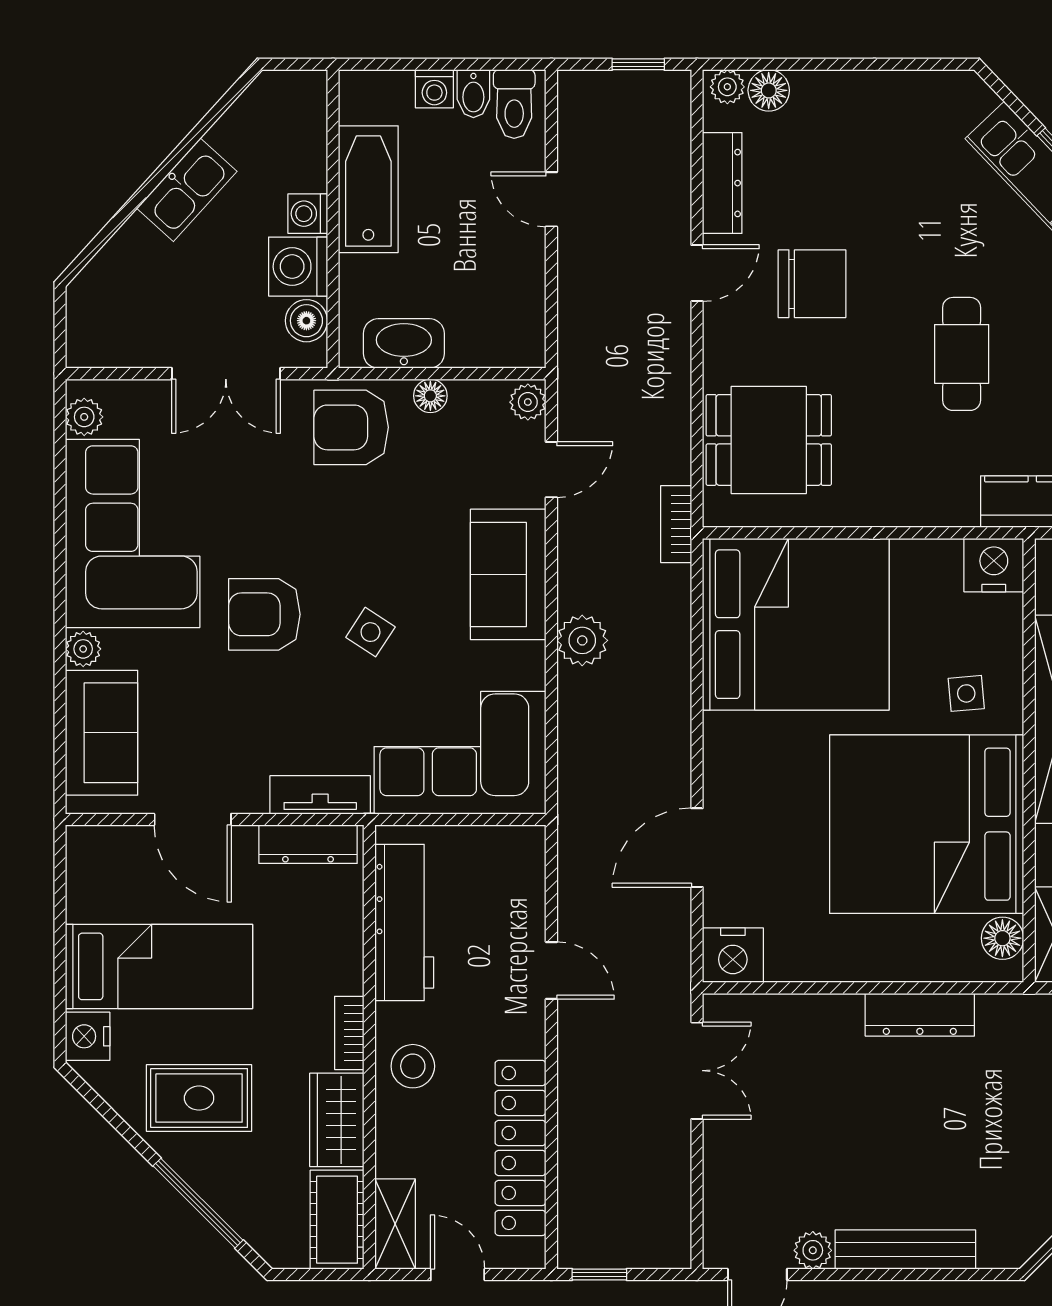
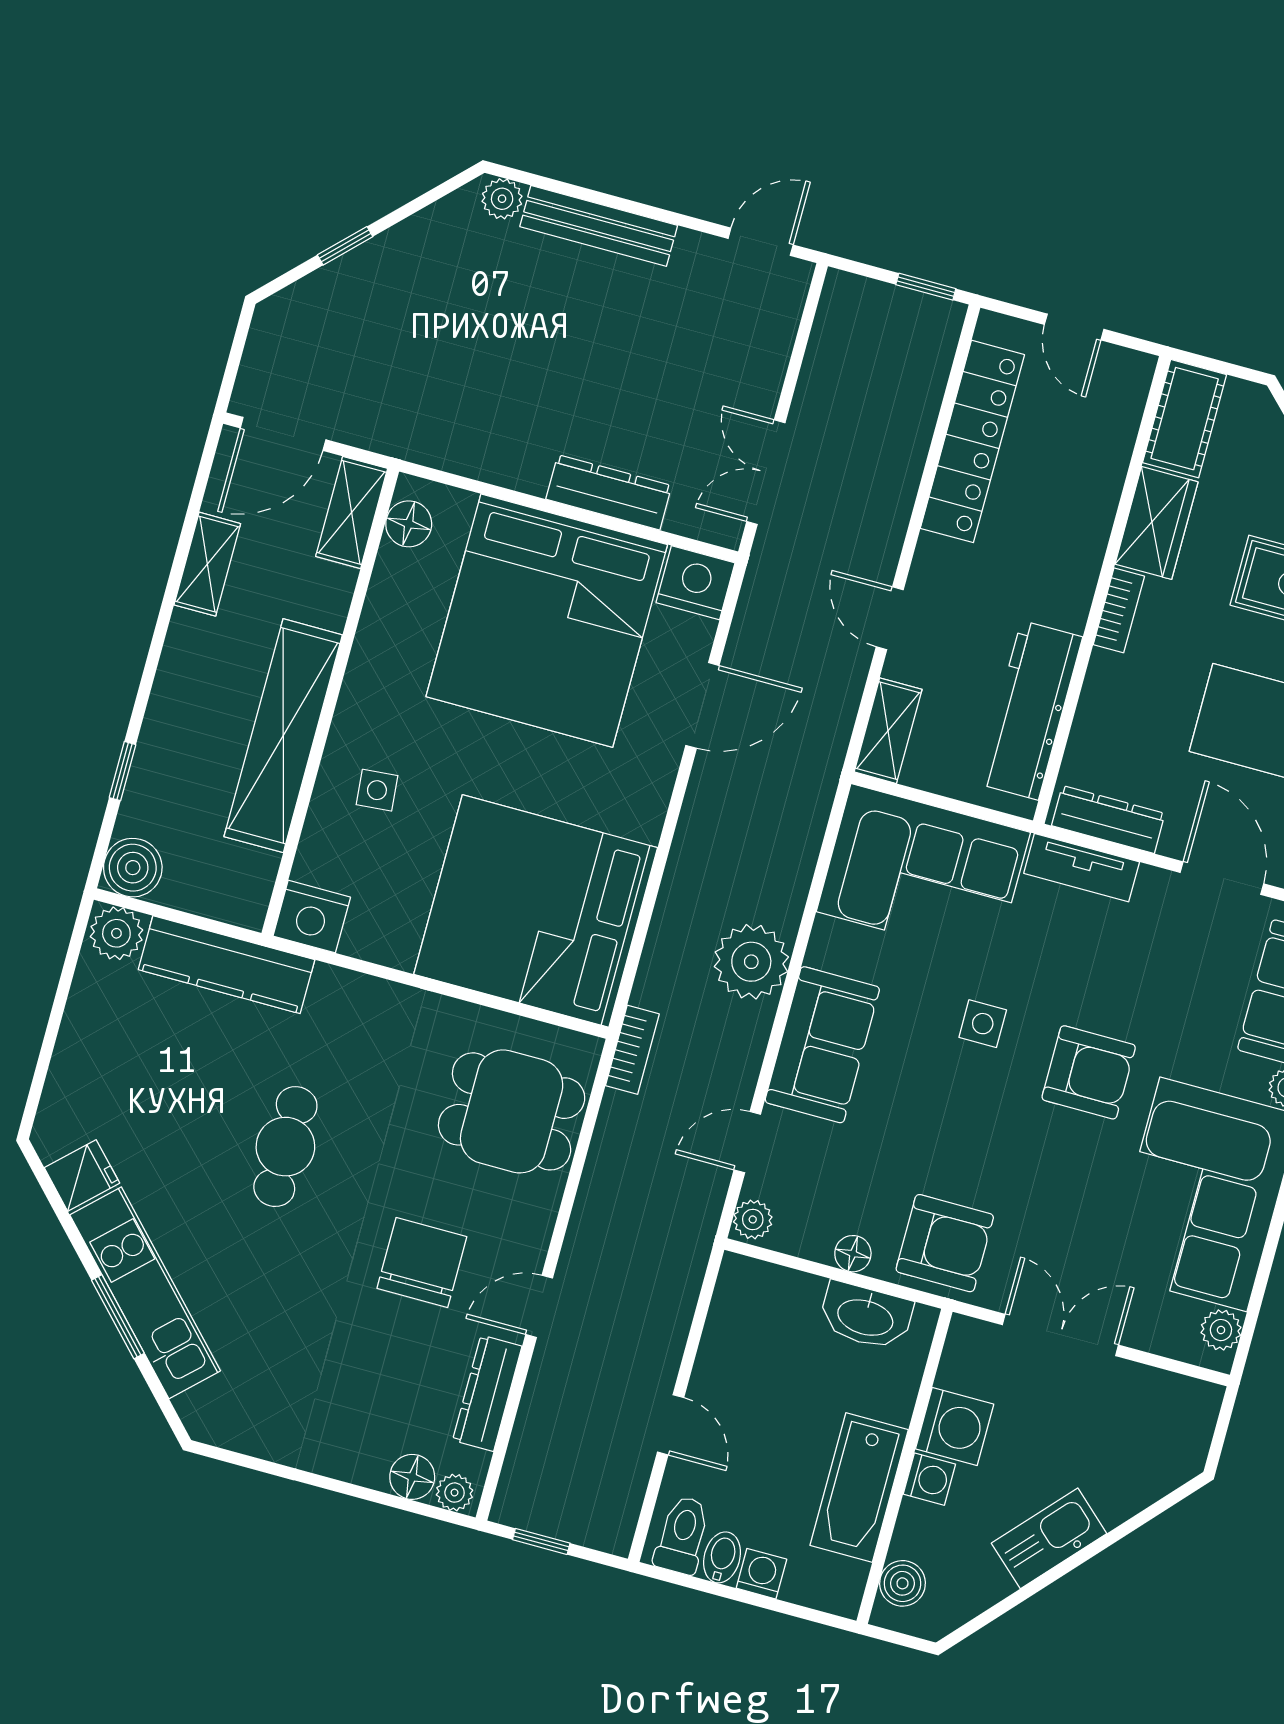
chair: (812, 284) -> (422, 1262), turned 90
boiler: (306, 321) -> (902, 1583), moved
side table: (370, 632) -> (983, 1024), turned -33
plant: (582, 640) -> (751, 962), width x1.36, depth x1.36
bed: (927, 824) -> (547, 621), moved, turned 90
dresser: (920, 1015) -> (609, 492), moved
stool: (413, 1066) -> (1062, 558), removed
shelving: (395, 1224) -> (888, 731), moved
plant: (813, 1250) -> (502, 199), moved

